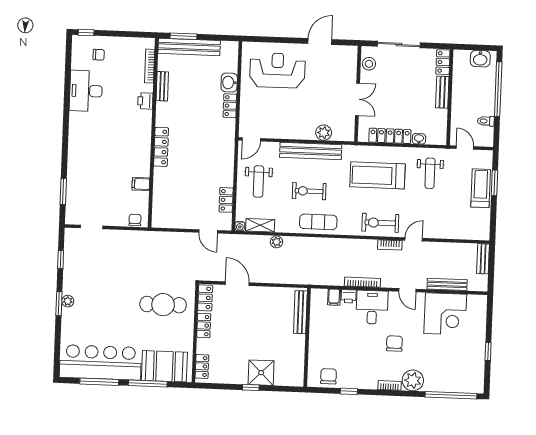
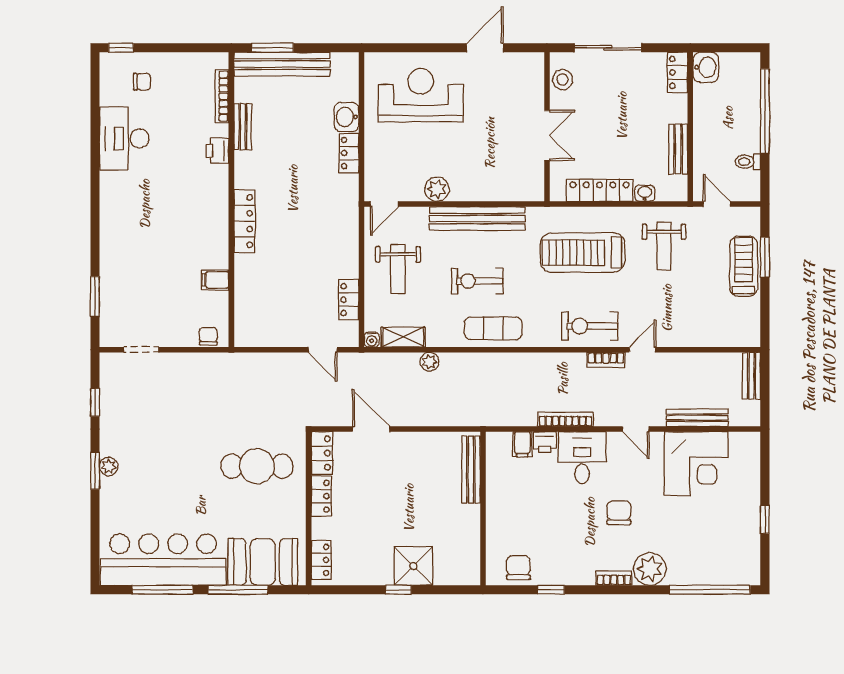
washbasin: (480, 59) -> (706, 67), moved, turned -90
bench: (442, 92) -> (678, 149), moved
plant: (324, 133) -> (437, 189), moved

